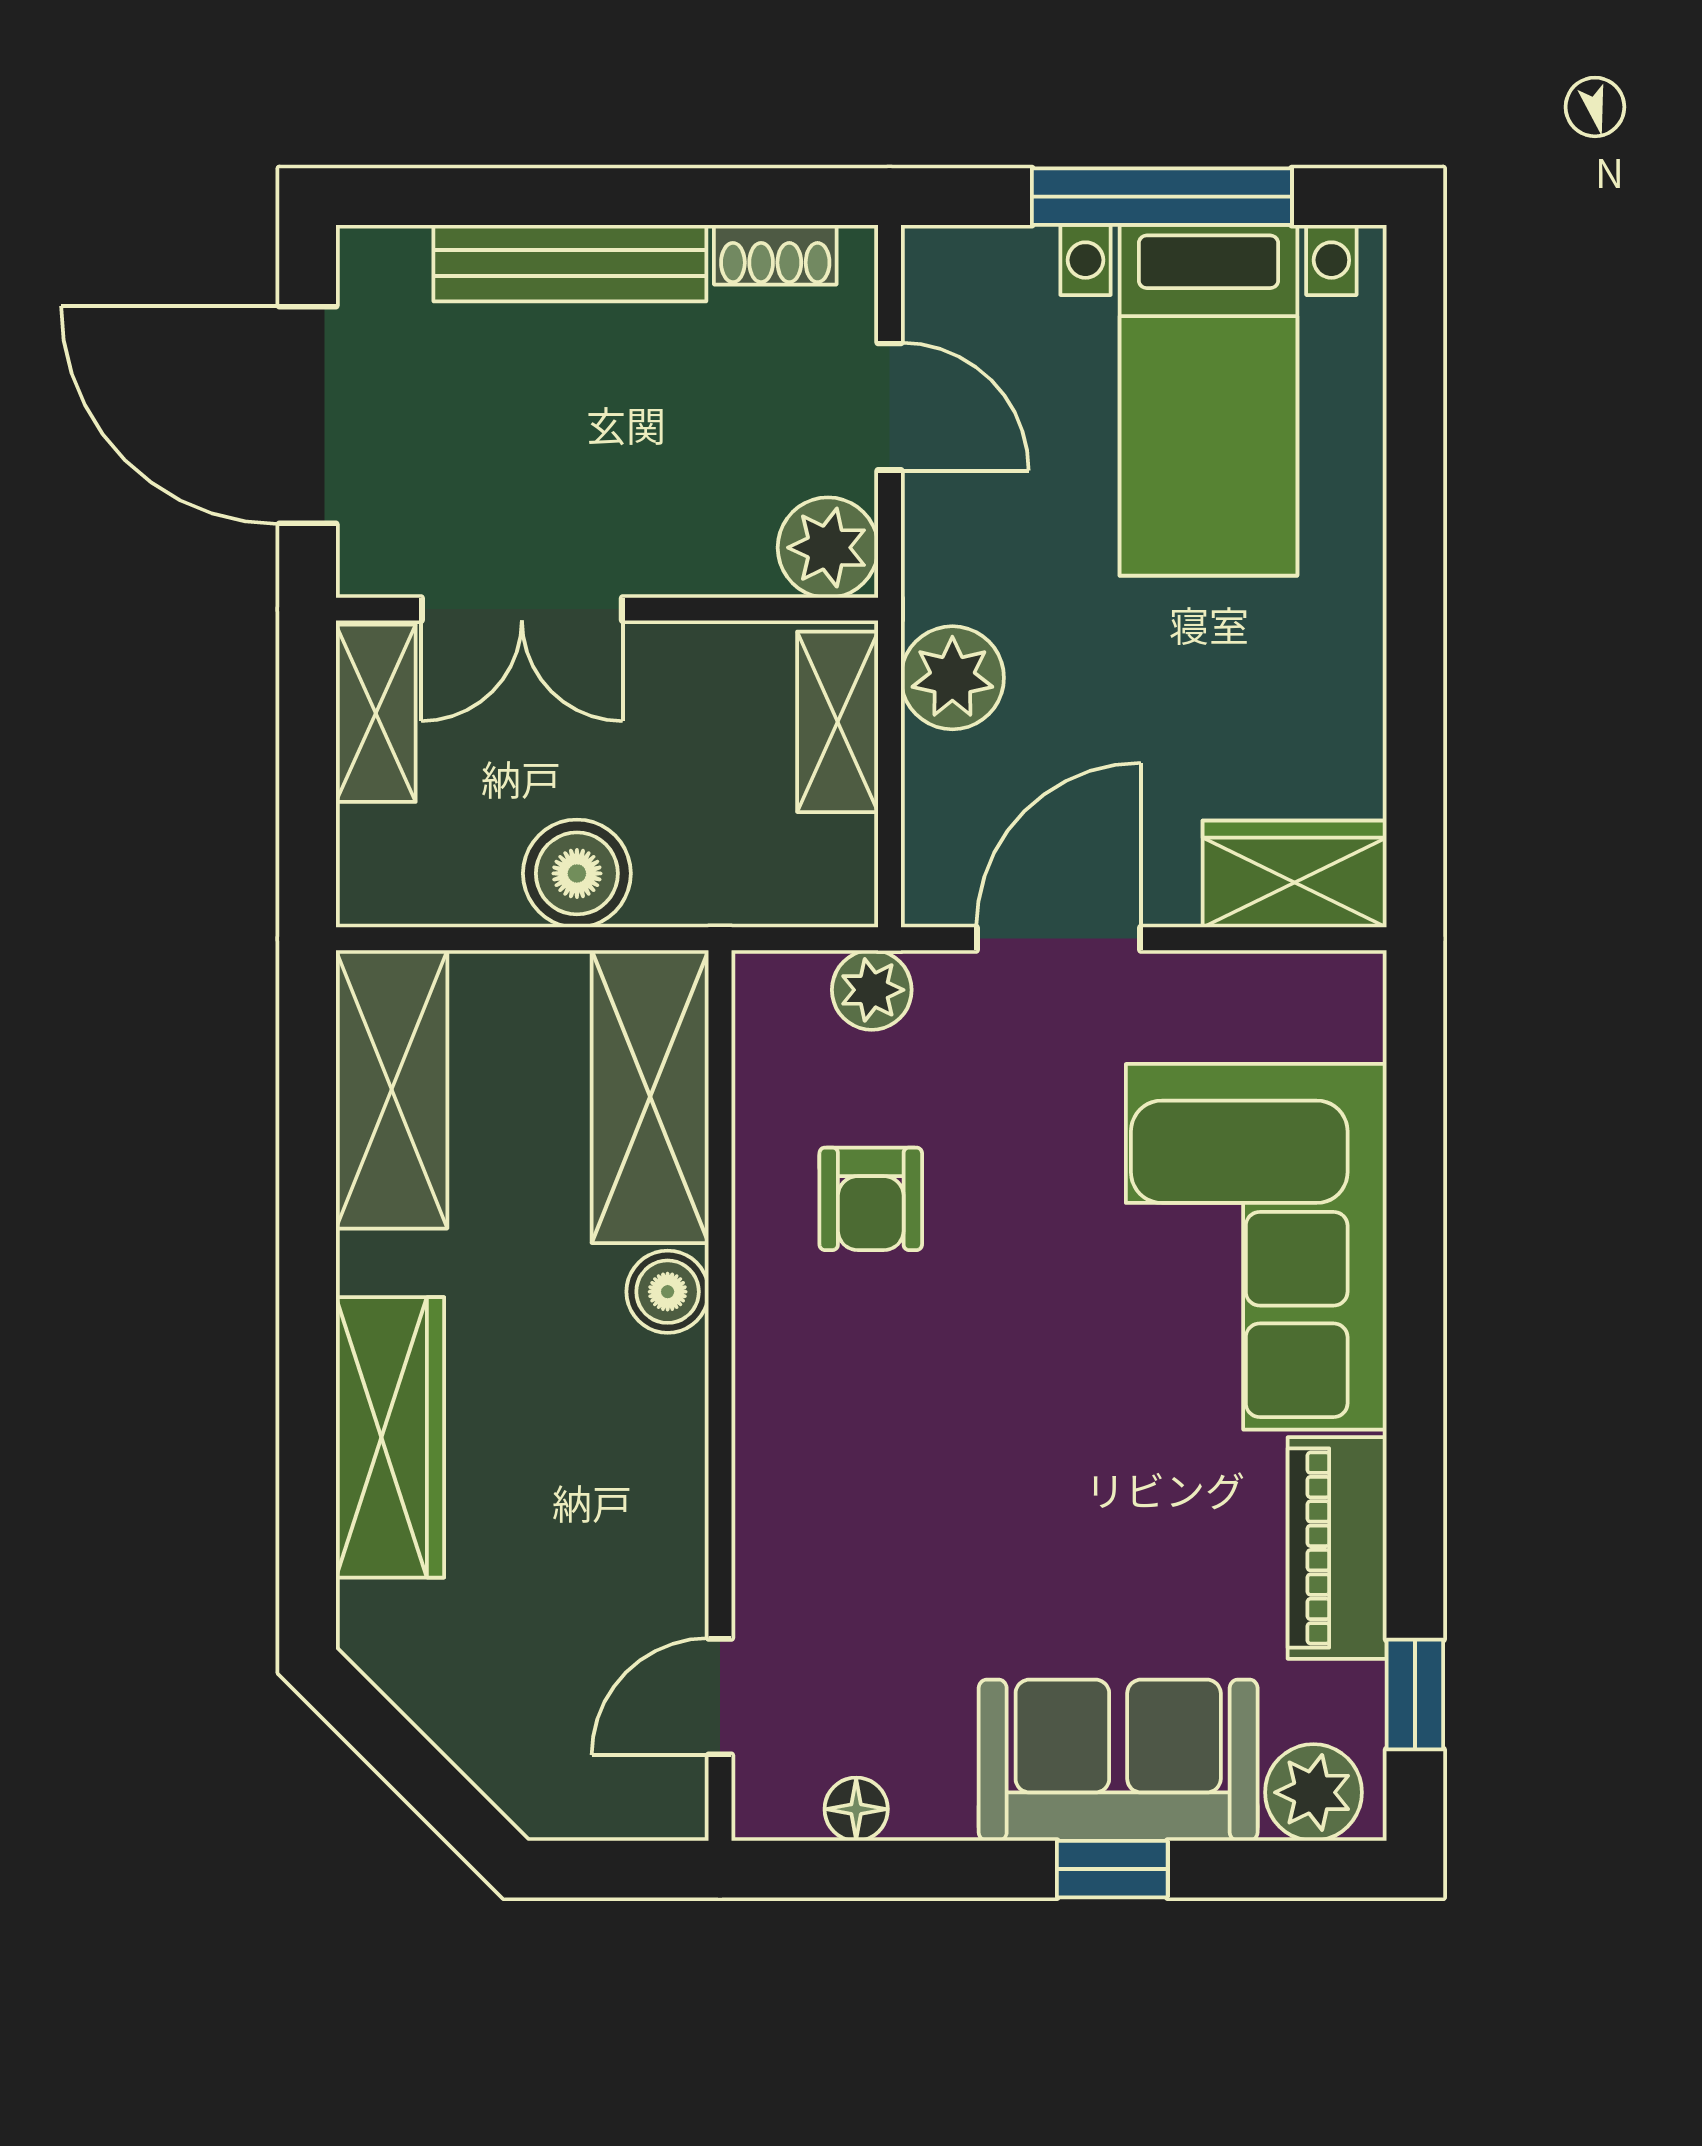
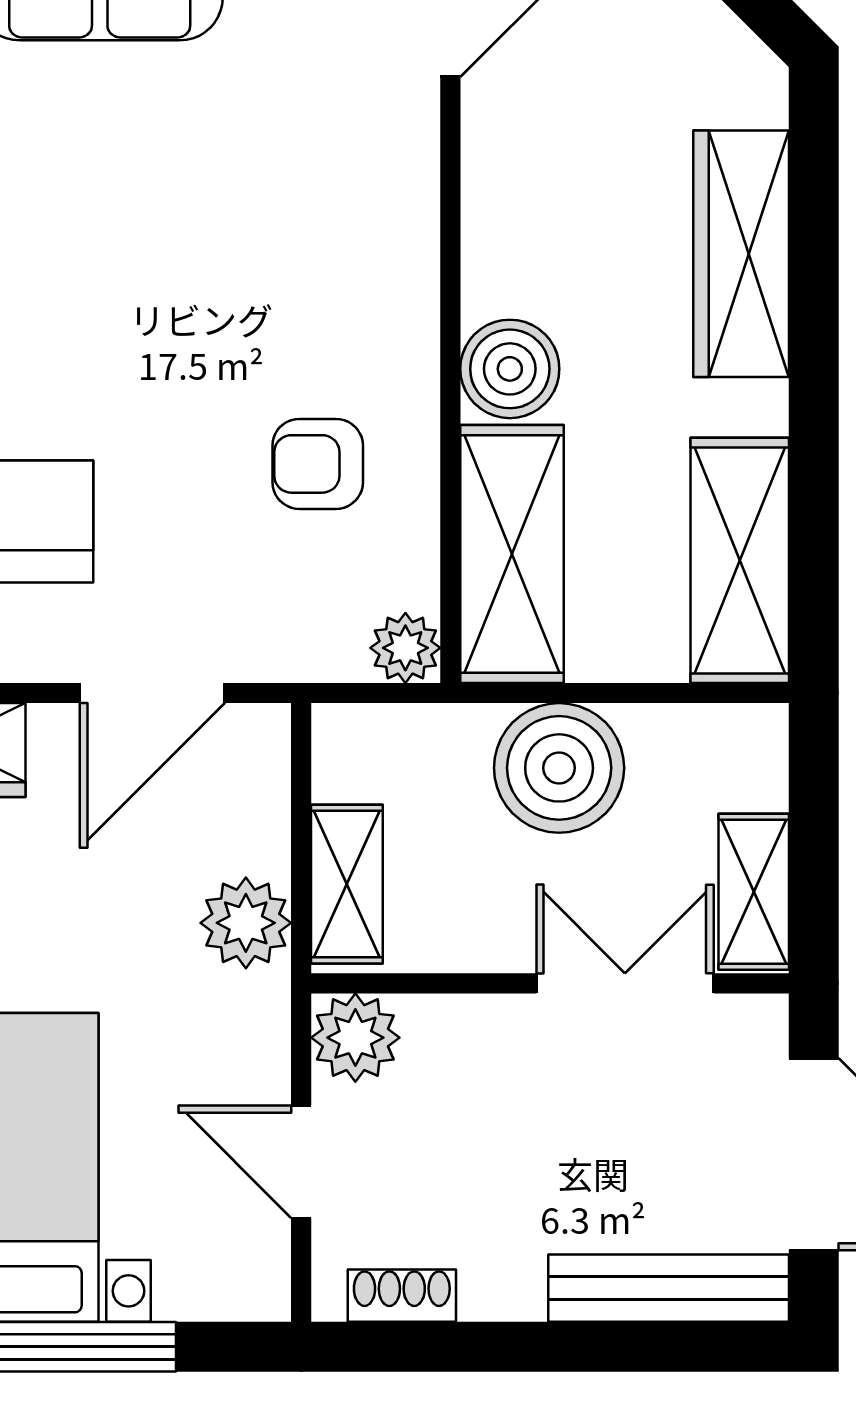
bench: (570, 263) -> (669, 1288), moved
boiler: (577, 873) -> (559, 768), width x1.37, depth x1.37
plant: (872, 990) -> (405, 648), moved
armchair: (871, 1199) -> (318, 464), turned -90
boiler: (668, 1292) -> (510, 369), width x1.36, depth x1.36

